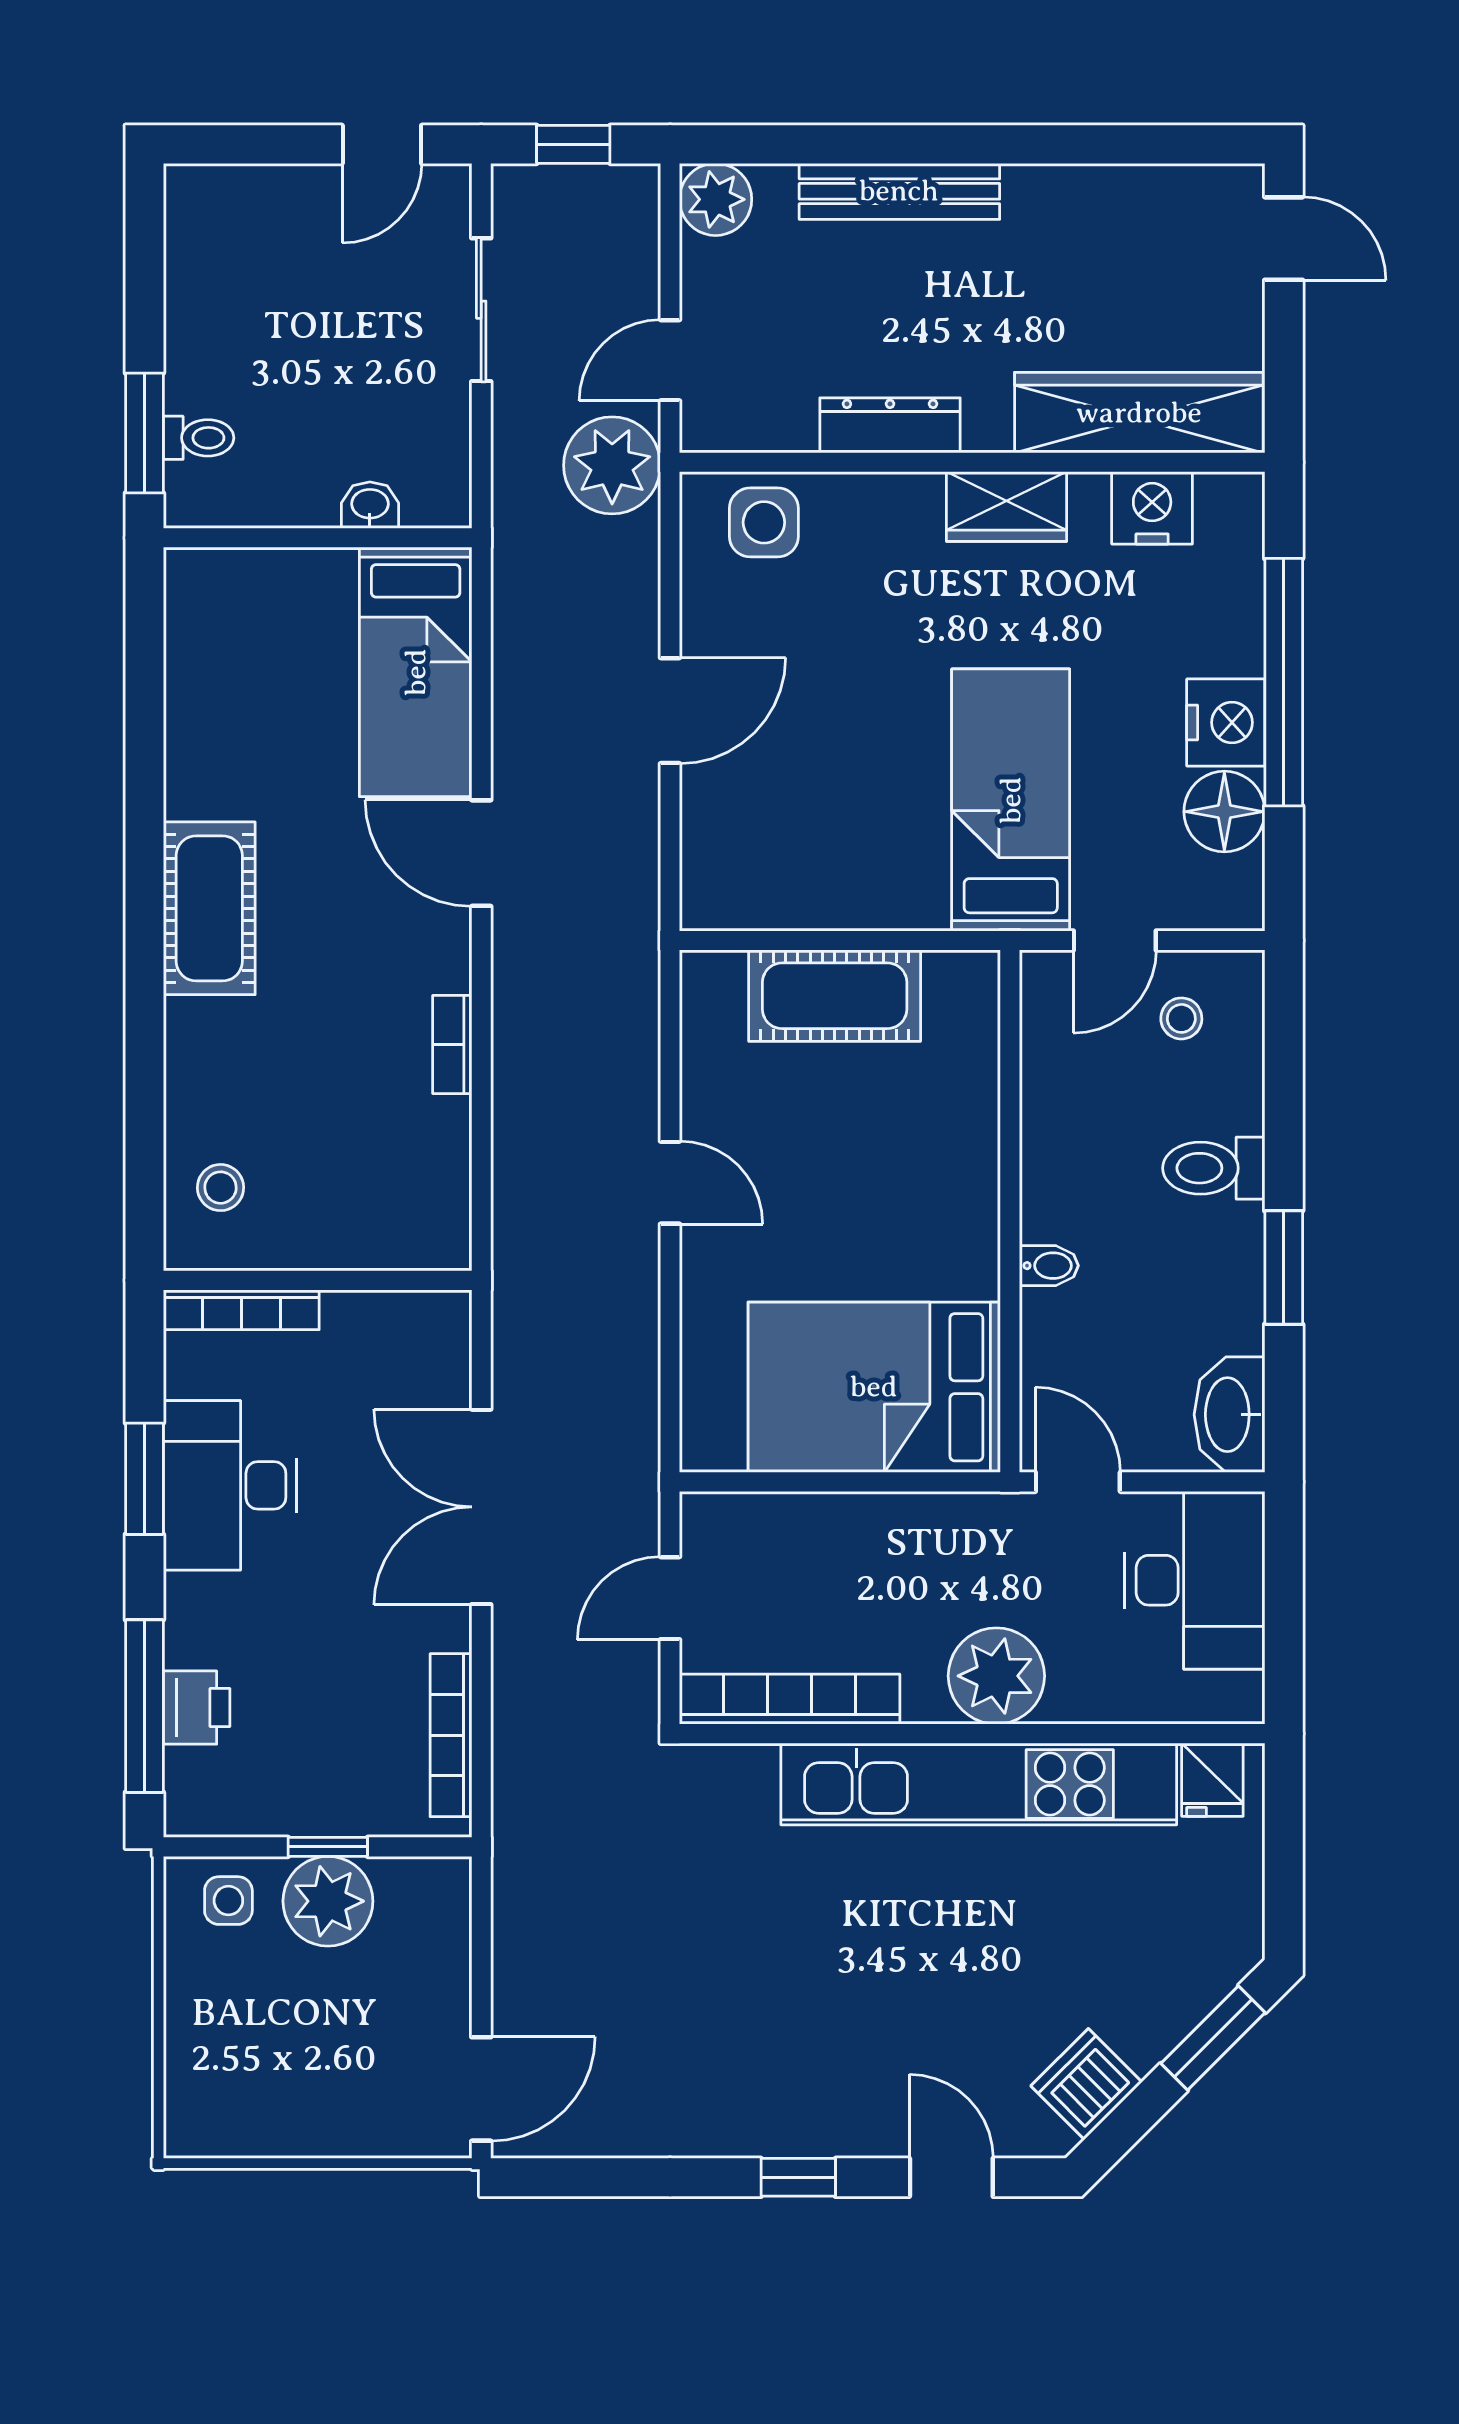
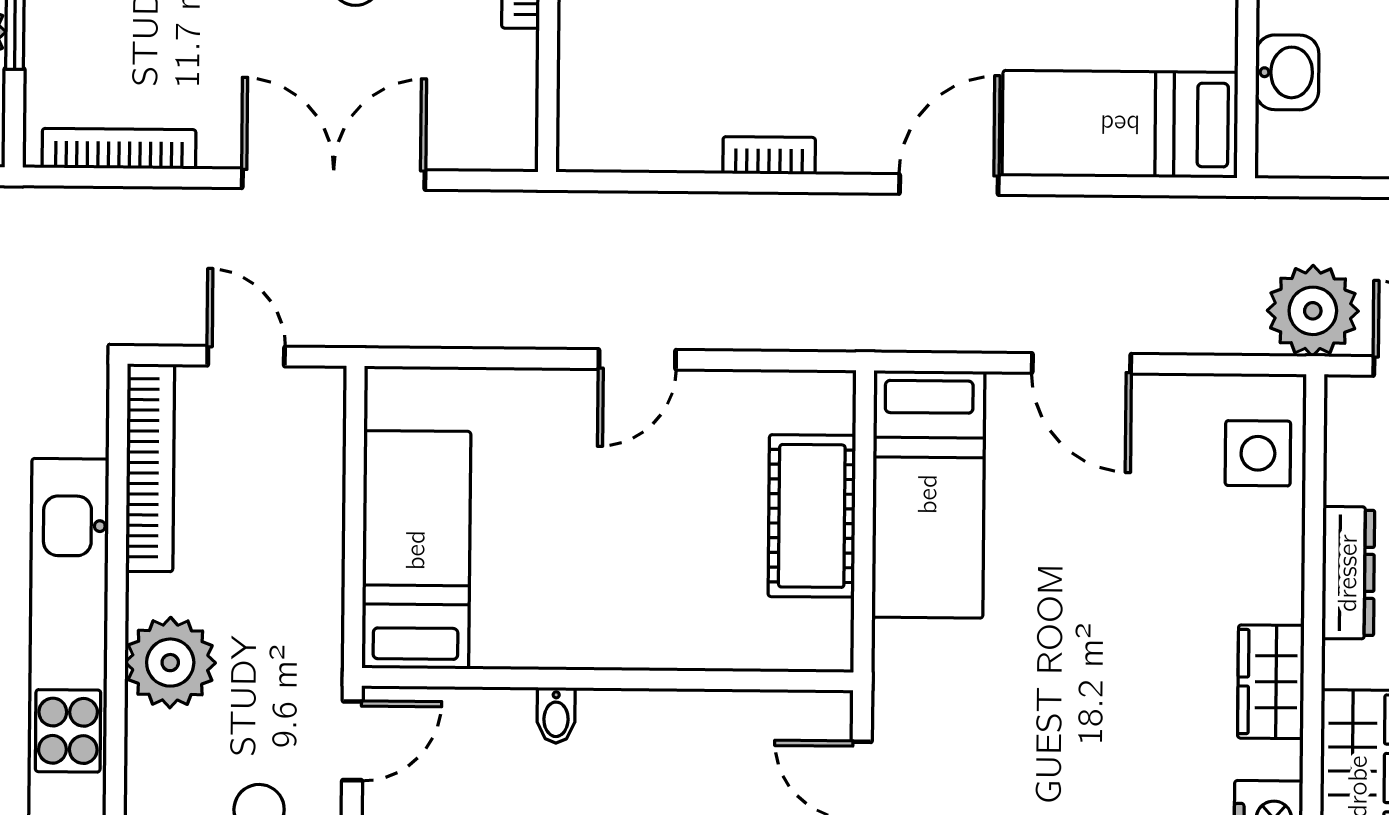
washbasin: (370, 505) -> (1287, 72), width x1.38, depth x1.45
bed: (1011, 800) -> (928, 494), moved, turned 90
bed: (874, 1387) -> (416, 550), width x0.67

